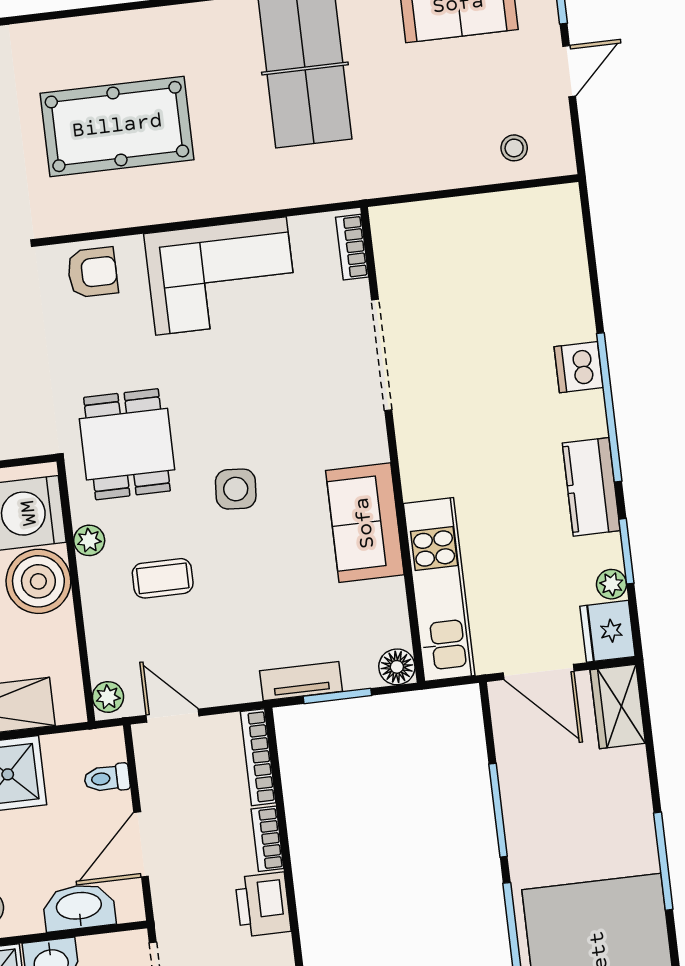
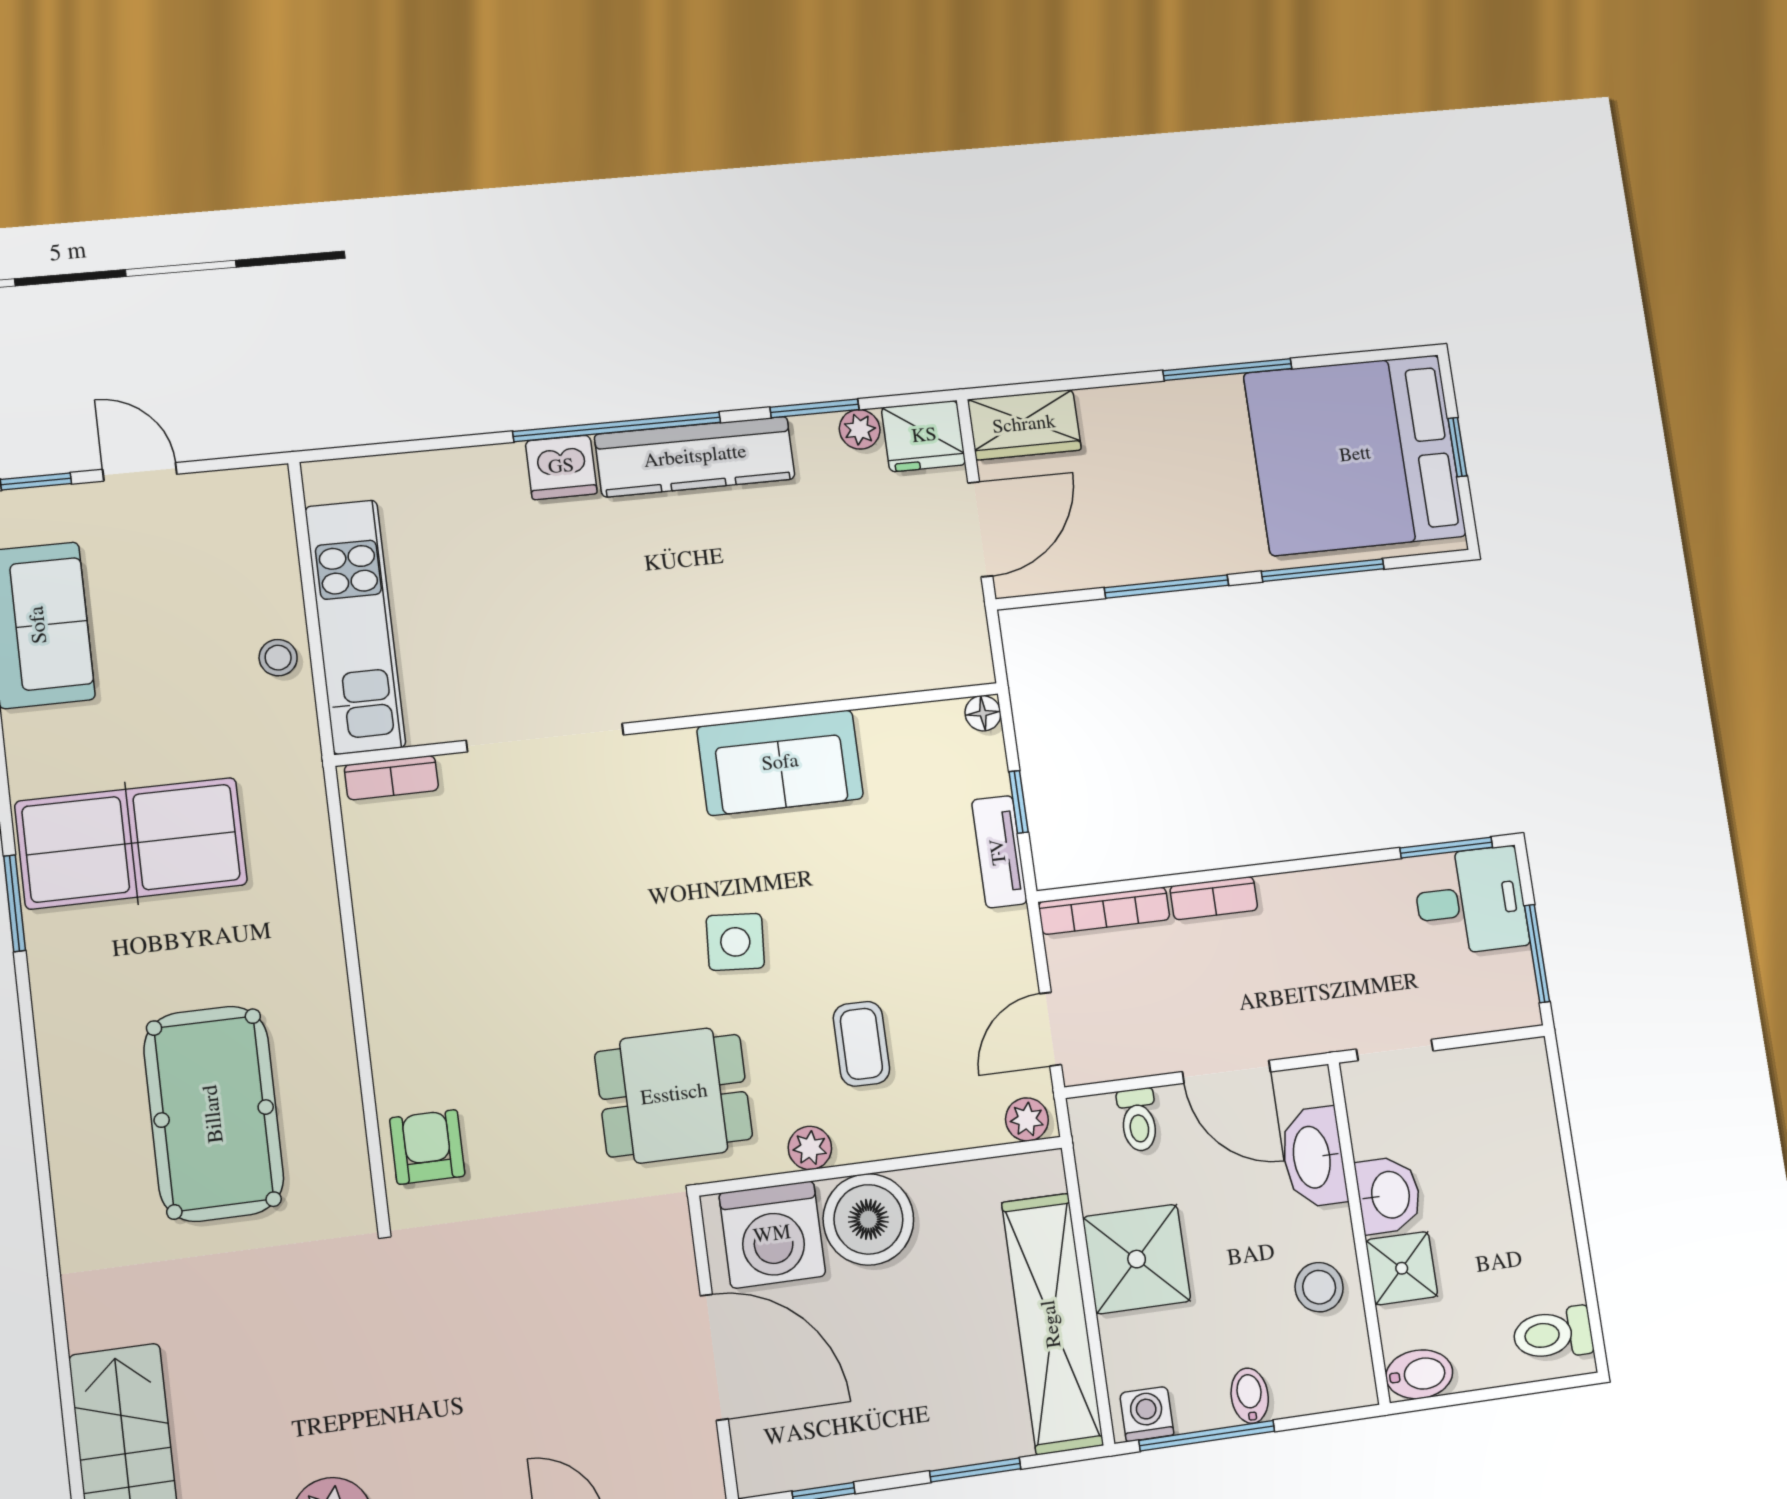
stool: (514, 148) -> (278, 658), moved
corner sofa: (221, 276) -> (433, 963), removed
kitchen counter: (591, 487) -> (695, 457), width x1.50
kitchen unit: (439, 590) -> (355, 627), moved, turned 90
floor lamp: (397, 667) -> (983, 713), width x0.73, depth x0.73
window: (337, 696) -> (1019, 802), width x0.67
printer: (263, 904) -> (1302, 904), removed

